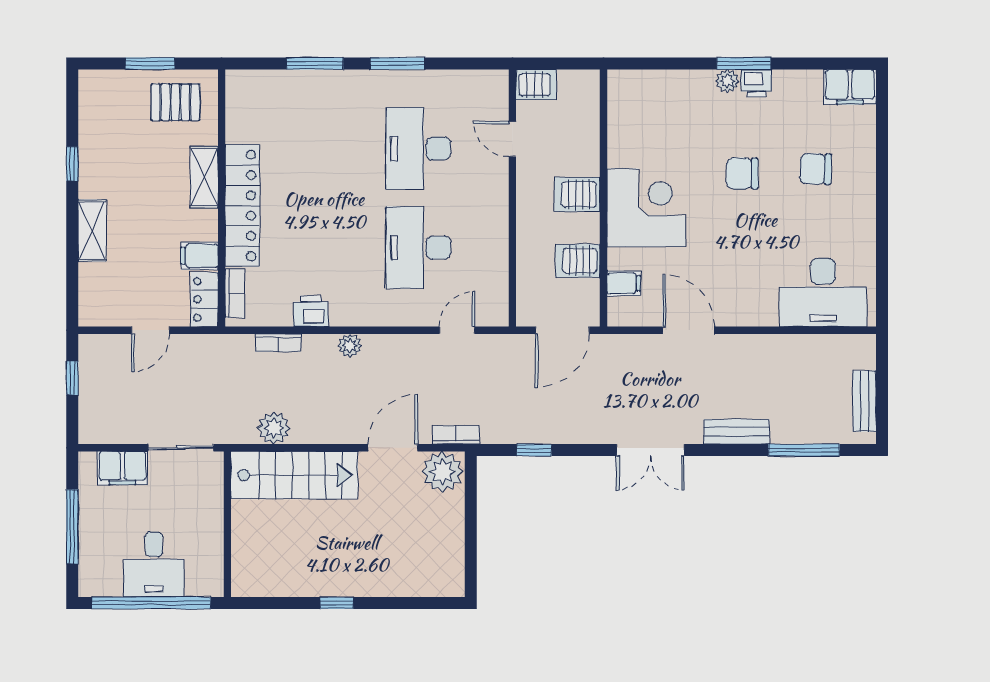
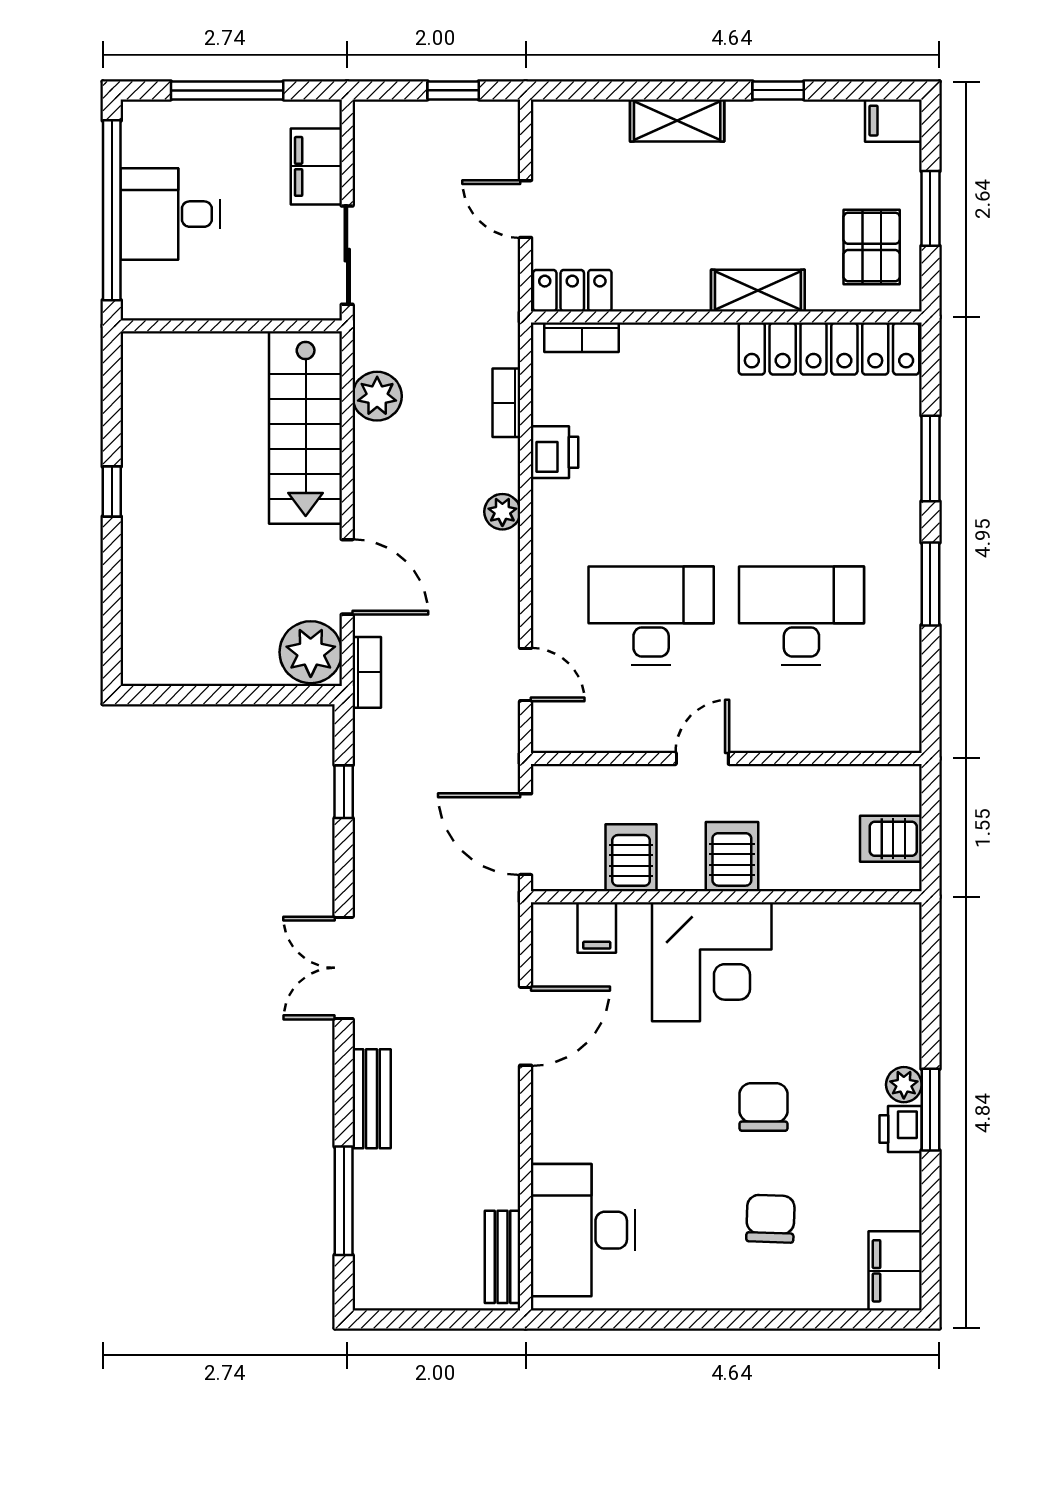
server rack: (536, 85) -> (891, 839), moved, turned 90
door: (512, 139) -> (702, 758), moved
locker: (242, 206) -> (829, 349), moved
filing cabinet: (199, 256) -> (893, 121), moved, turned -90
bench: (864, 401) -> (503, 1257), moved, turned 90

